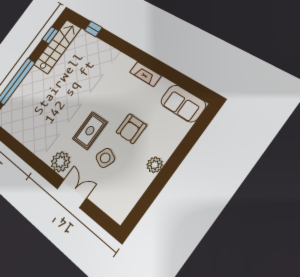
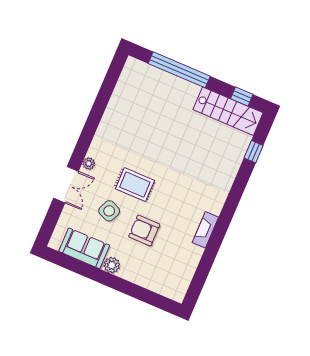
sofa: (183, 103) -> (84, 248), moved, turned 90
plant: (60, 162) -> (89, 164), width x0.53, depth x0.53

